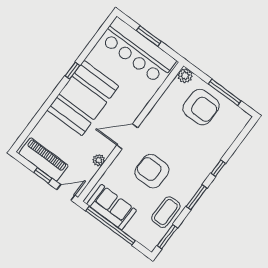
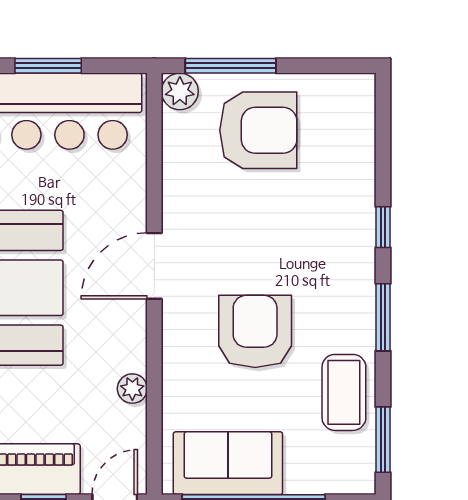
window: (225, 92) -> (231, 66), moved
door: (127, 136) -> (154, 266), moved
armchair: (152, 171) -> (255, 331), turned 90

